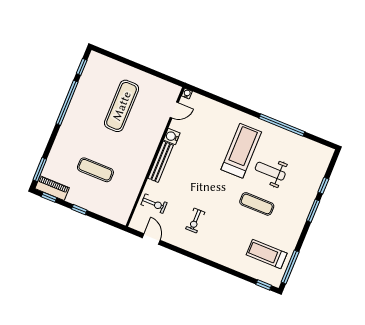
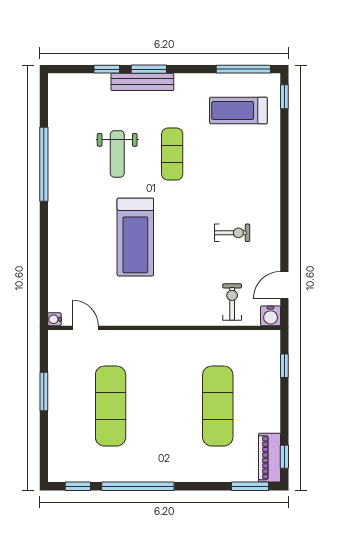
window: (146, 70) -> (44, 392), added
exercise mat: (122, 106) -> (111, 406), turned 90
water cooler: (172, 136) -> (271, 316), moved
treadmill: (241, 151) -> (135, 237), moved, turned -90
bench: (161, 162) -> (142, 82), moved
exercise mat: (95, 170) -> (218, 406), width x1.36, depth x1.45
window: (79, 210) -> (284, 366), moved
treadmill: (267, 254) -> (238, 110), turned 90

